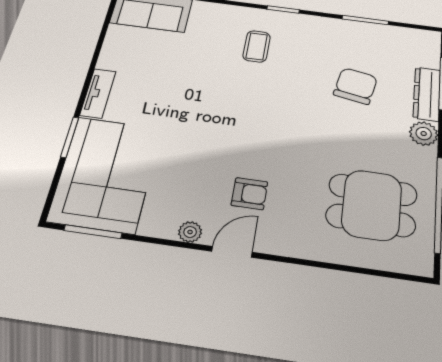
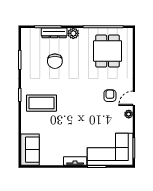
coffee table: (257, 46) -> (41, 103), width x1.86, depth x1.72
chair: (356, 86) -> (55, 61), turned -101
door: (232, 252) -> (134, 98), hinge flipped

